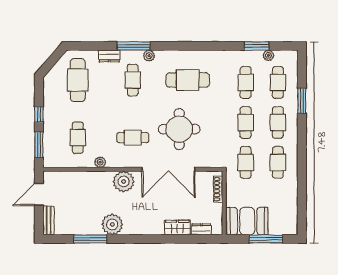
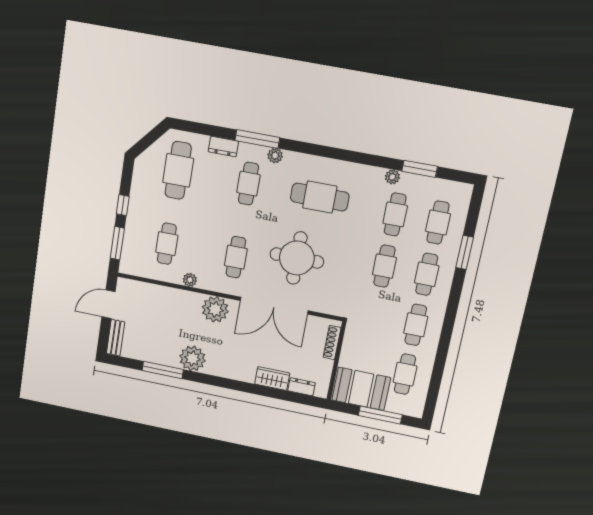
plant: (268, 55) -> (392, 177), moved
cafe table: (133, 138) -> (236, 257), turned 90
cafe table: (246, 162) -> (405, 374), moved

